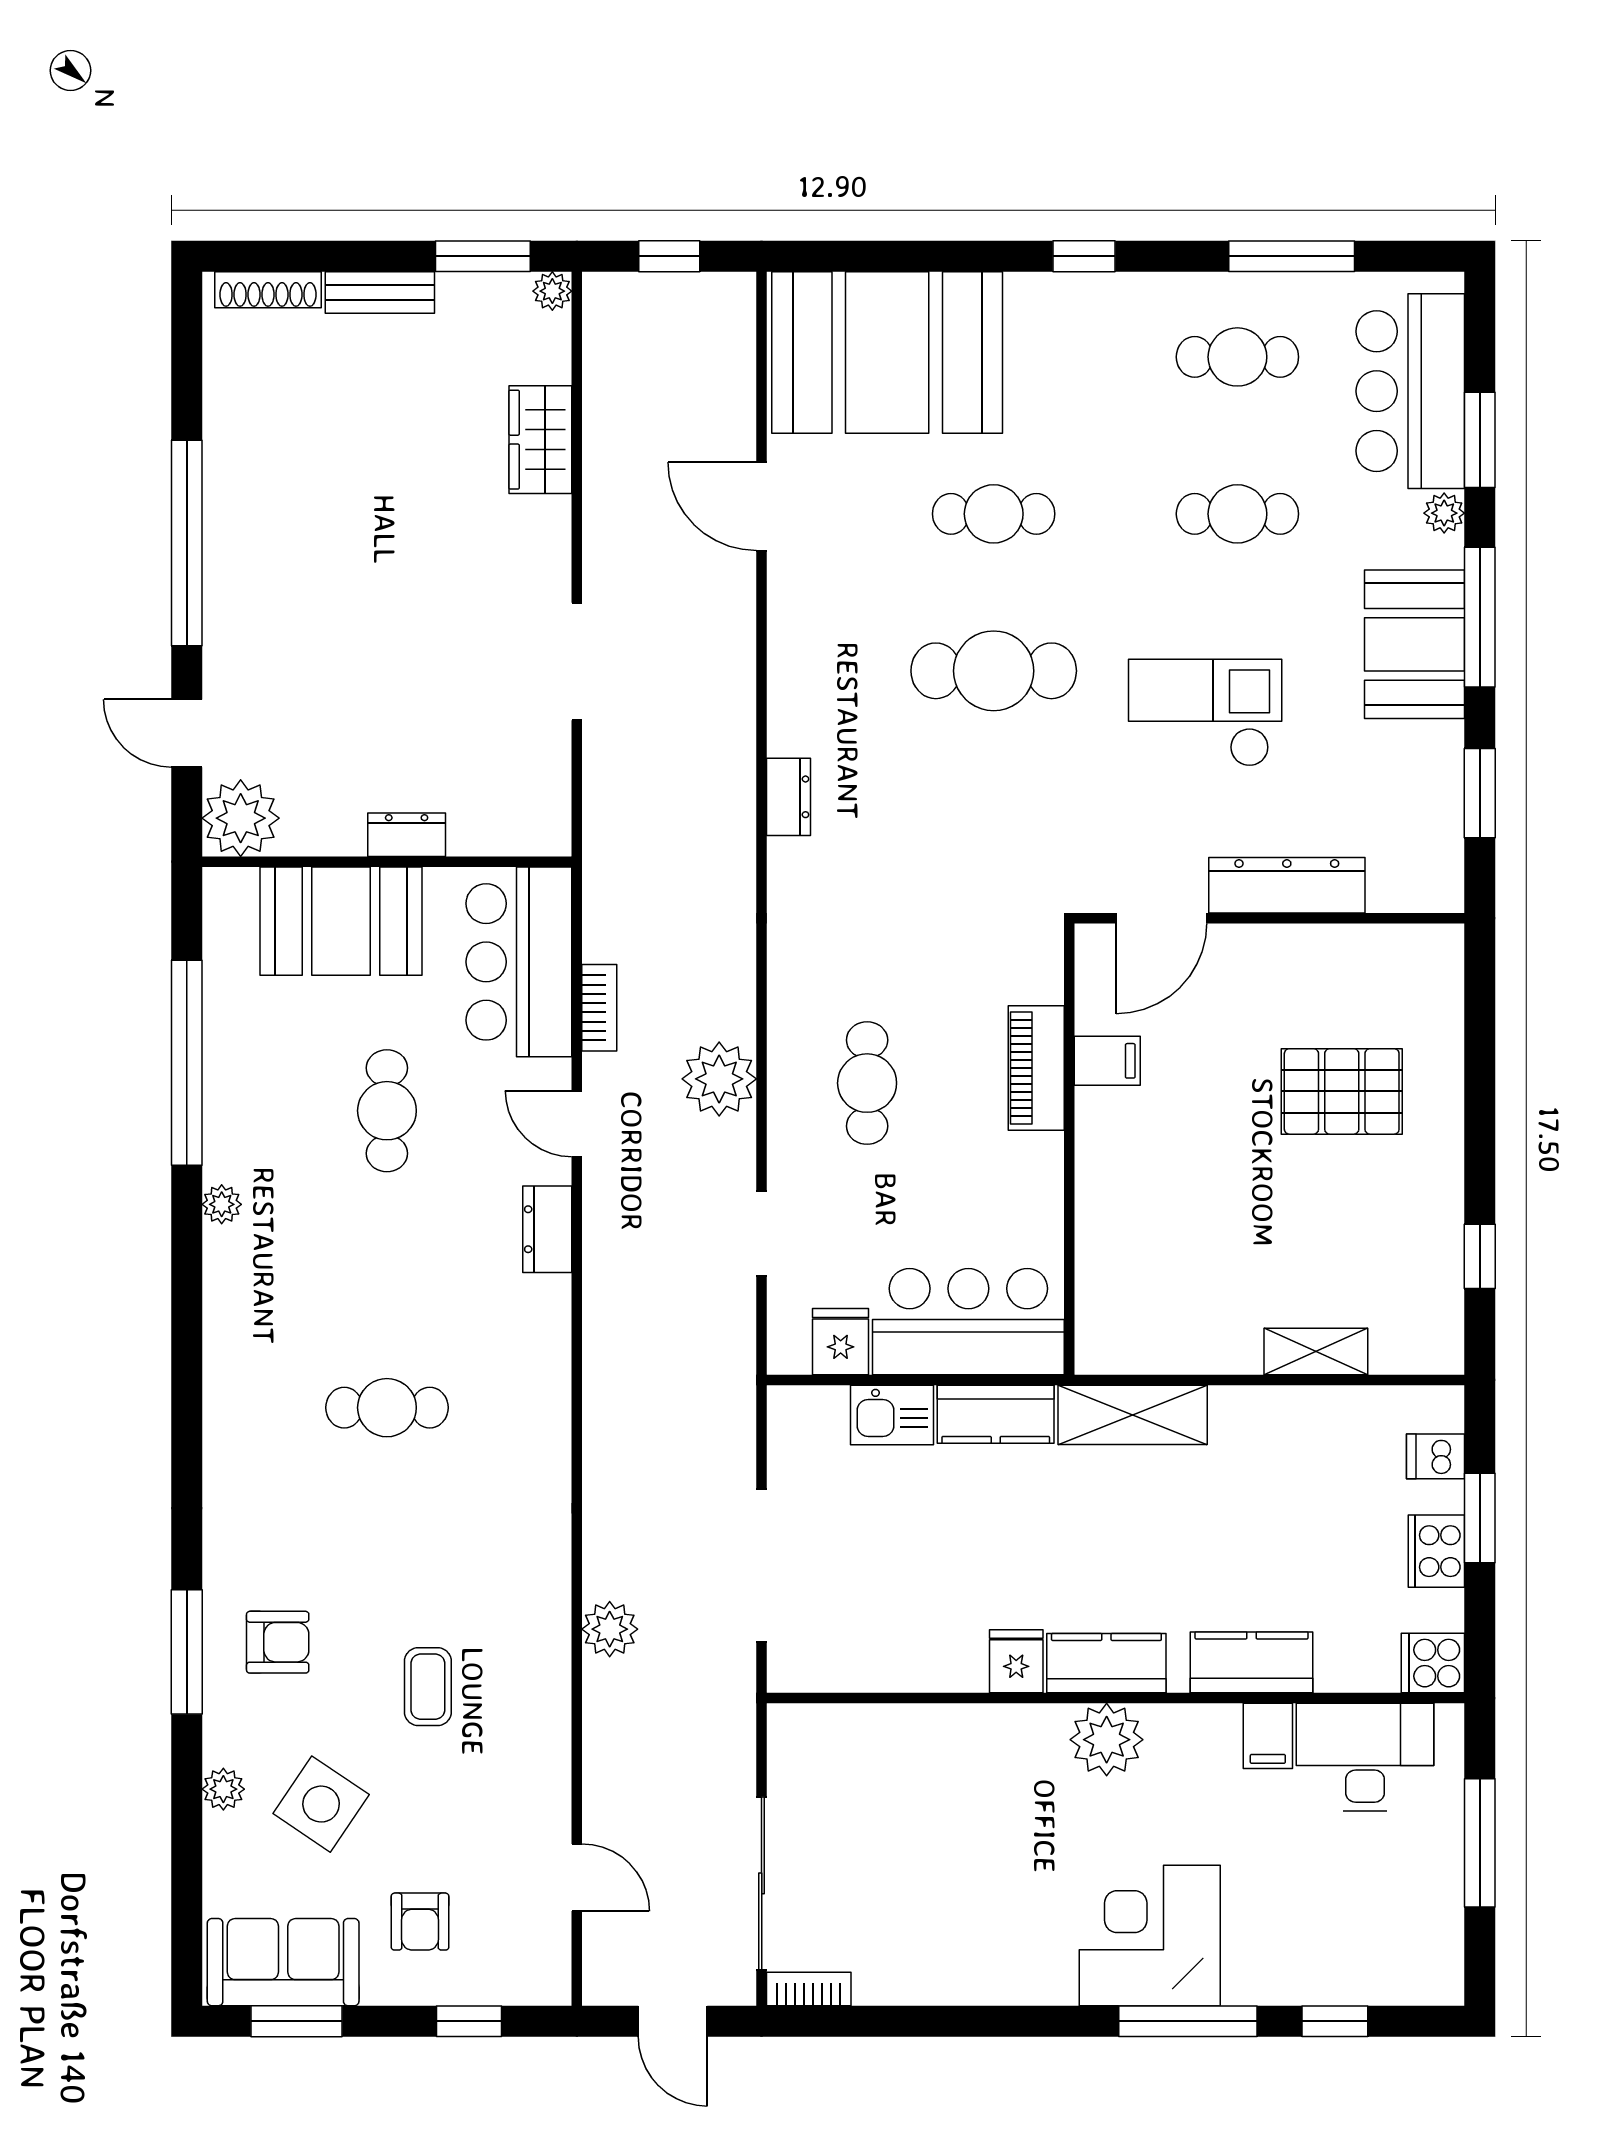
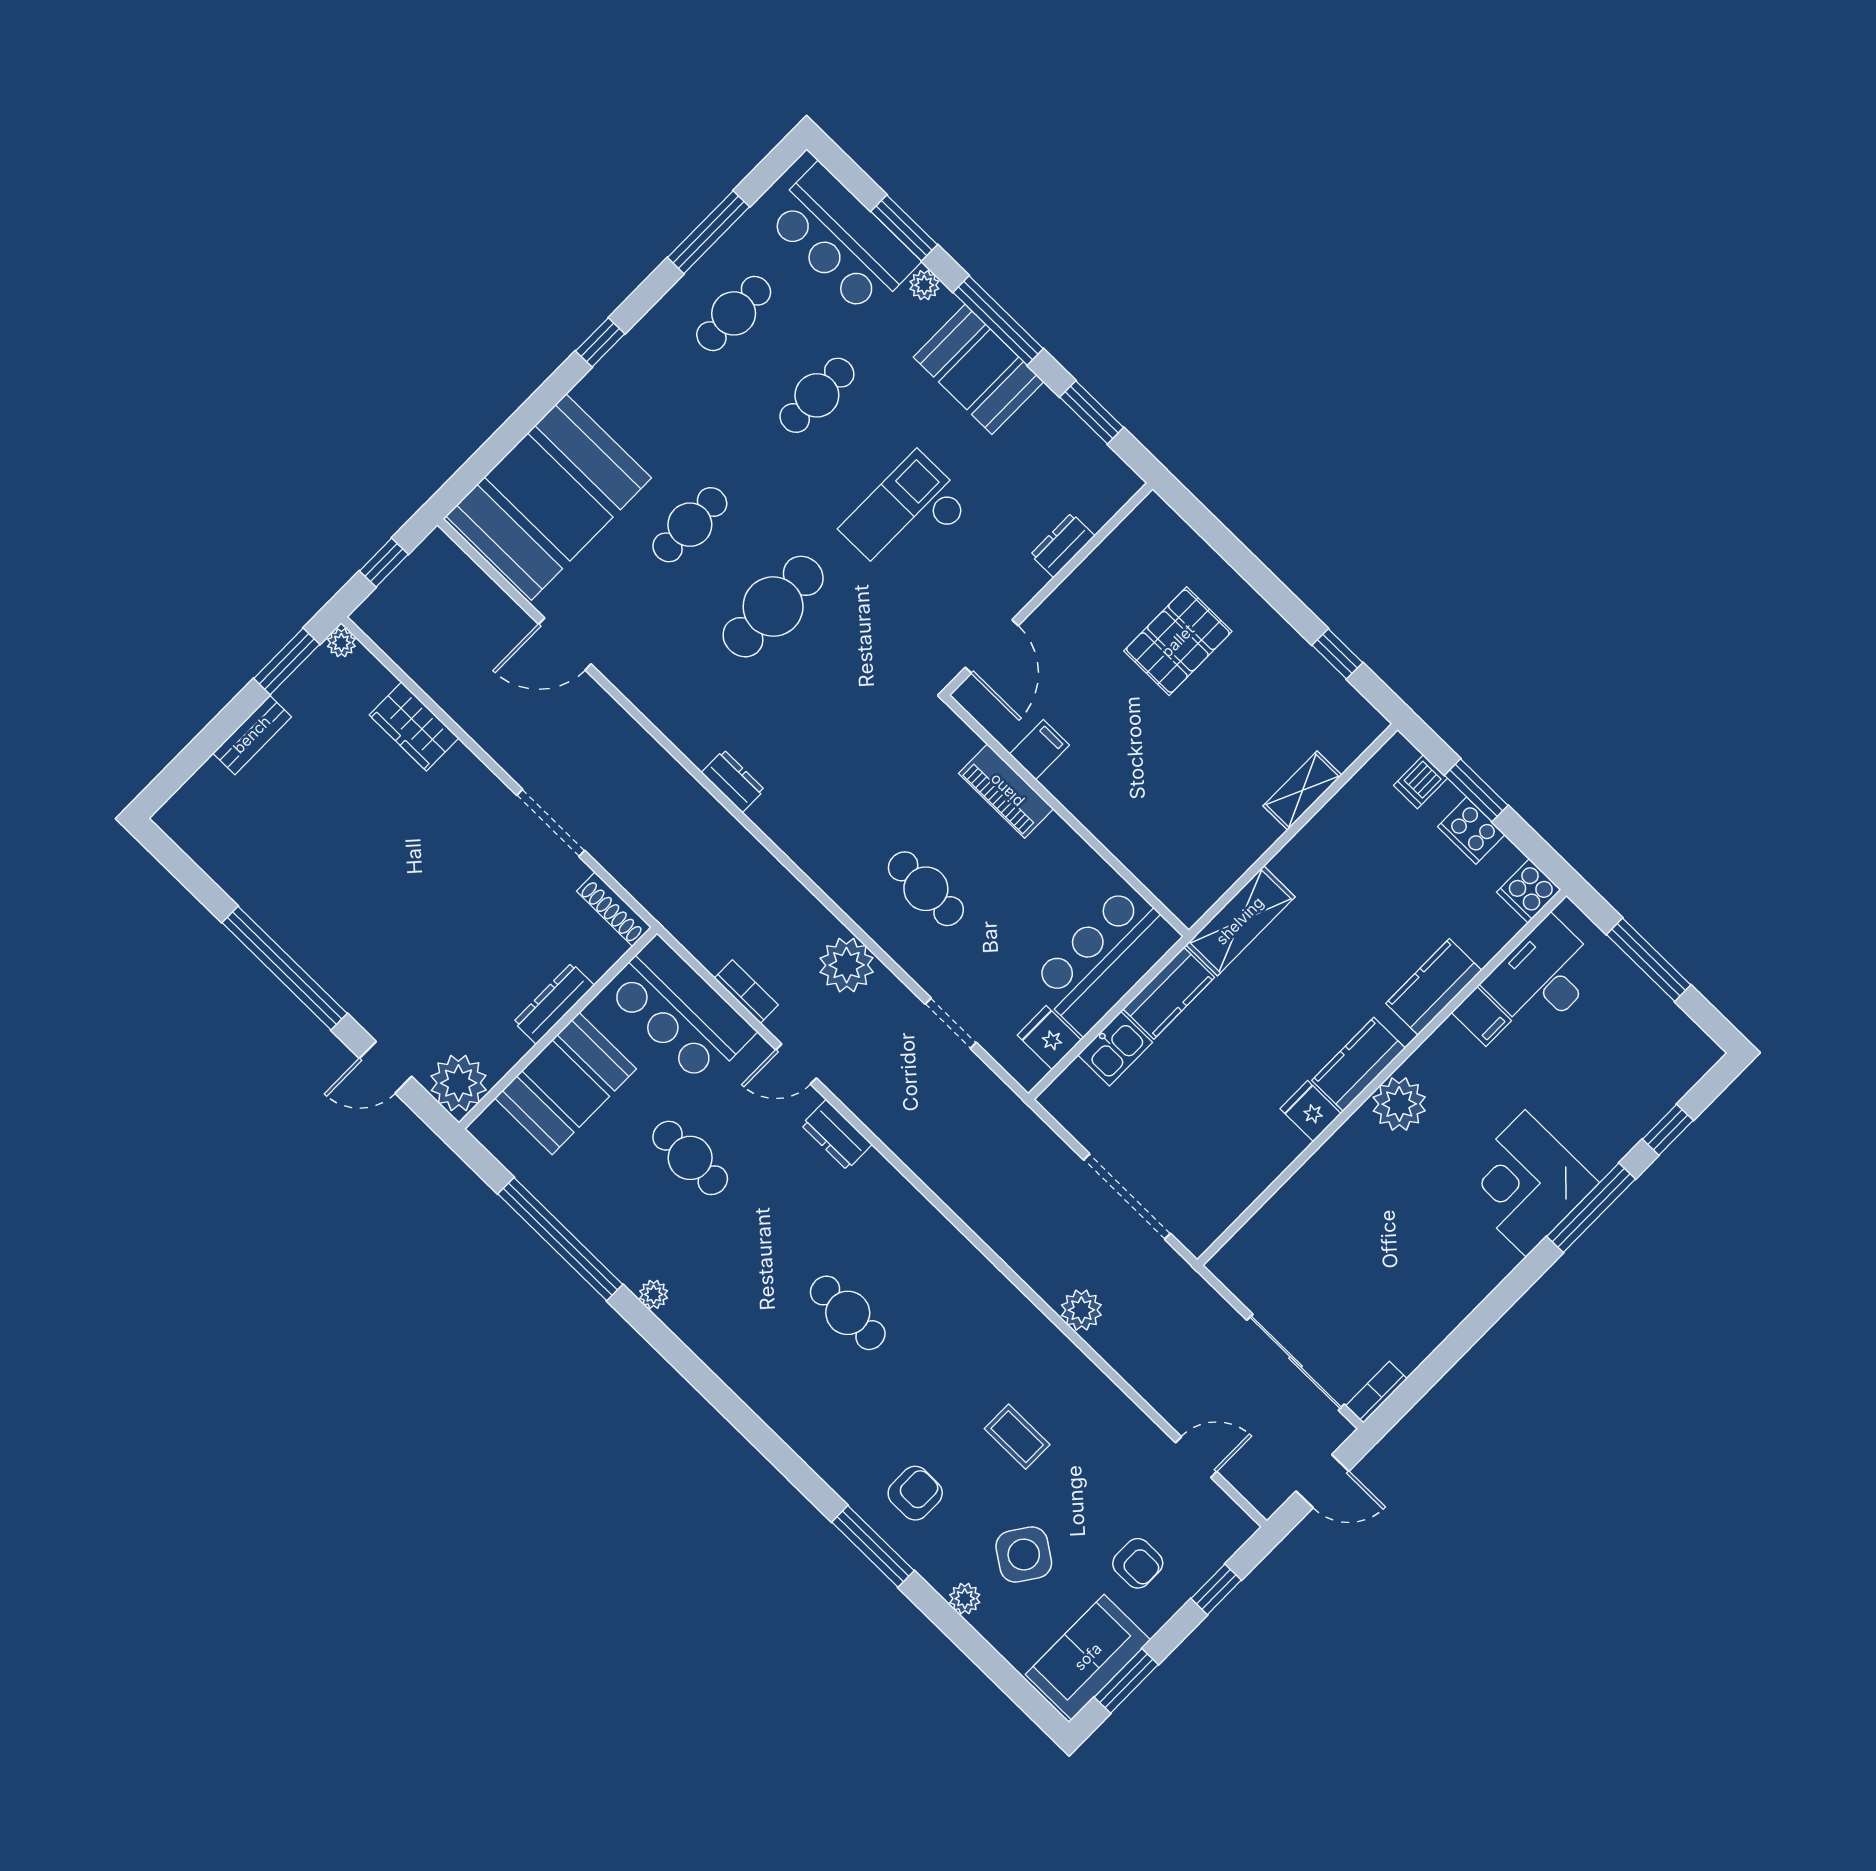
shoe rack: (268, 290) -> (614, 909), moved, turned 90
dresser: (407, 835) -> (554, 1004), width x1.44
dresser: (1287, 885) -> (1063, 545), width x0.51, depth x0.80
cafe table: (387, 1408) -> (848, 1313), turned 90

